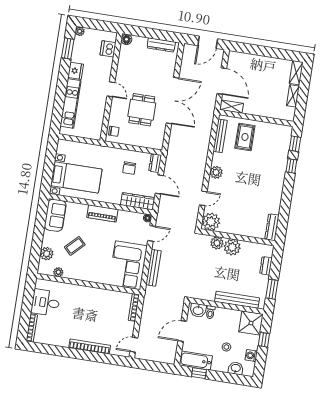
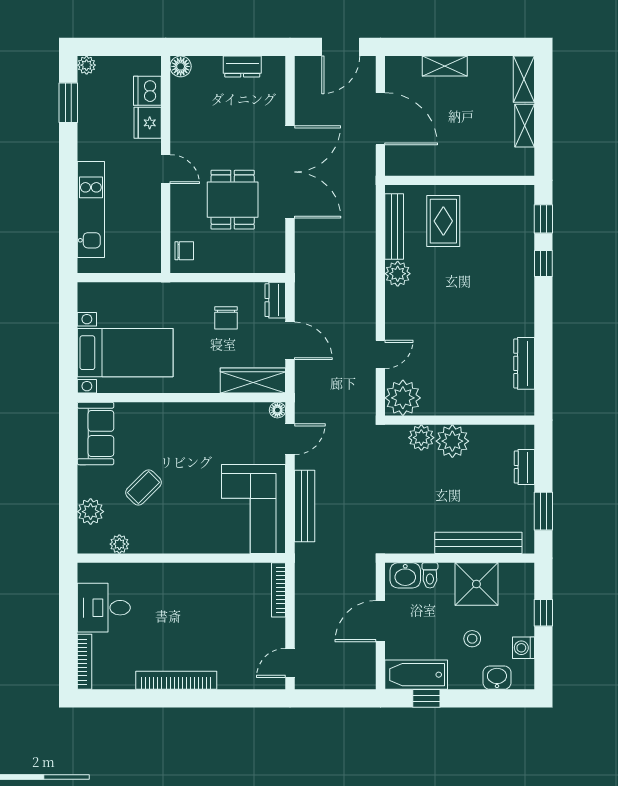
dresser: (161, 45) -> (242, 67), width x0.70
fridge: (76, 71) -> (148, 123), moved, turned 180
shelving: (231, 107) -> (445, 66), moved
plant: (216, 172) -> (398, 274), moved
piano: (102, 213) -> (187, 415), removed
dresser: (272, 227) -> (524, 363), moved
shower: (251, 323) -> (476, 584), moved
bookcase: (90, 347) -> (176, 680), moved

